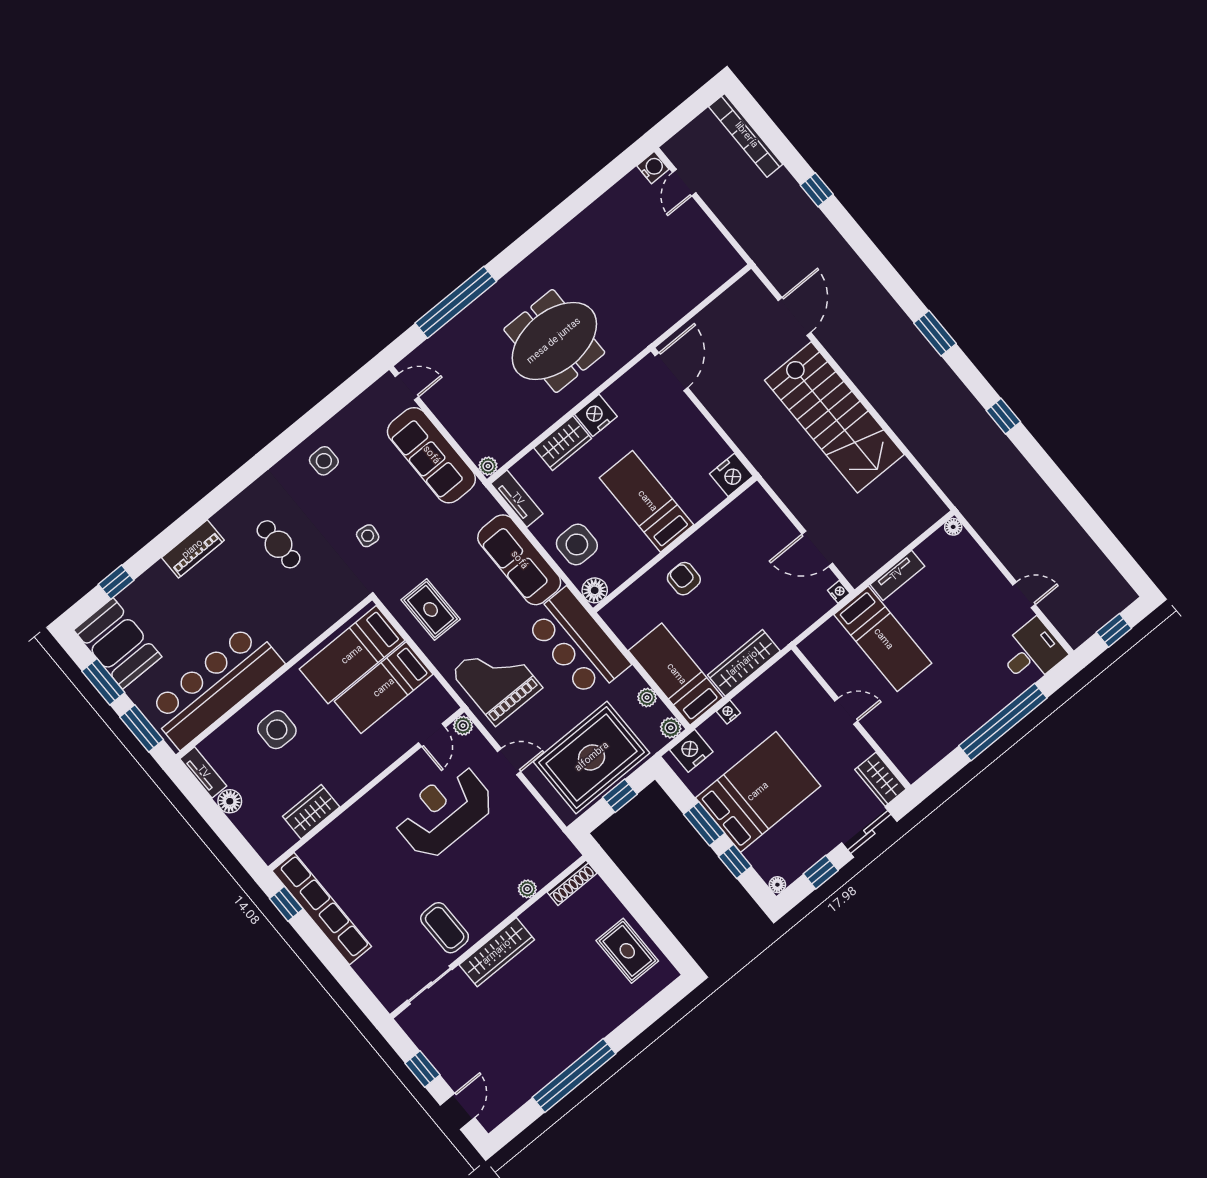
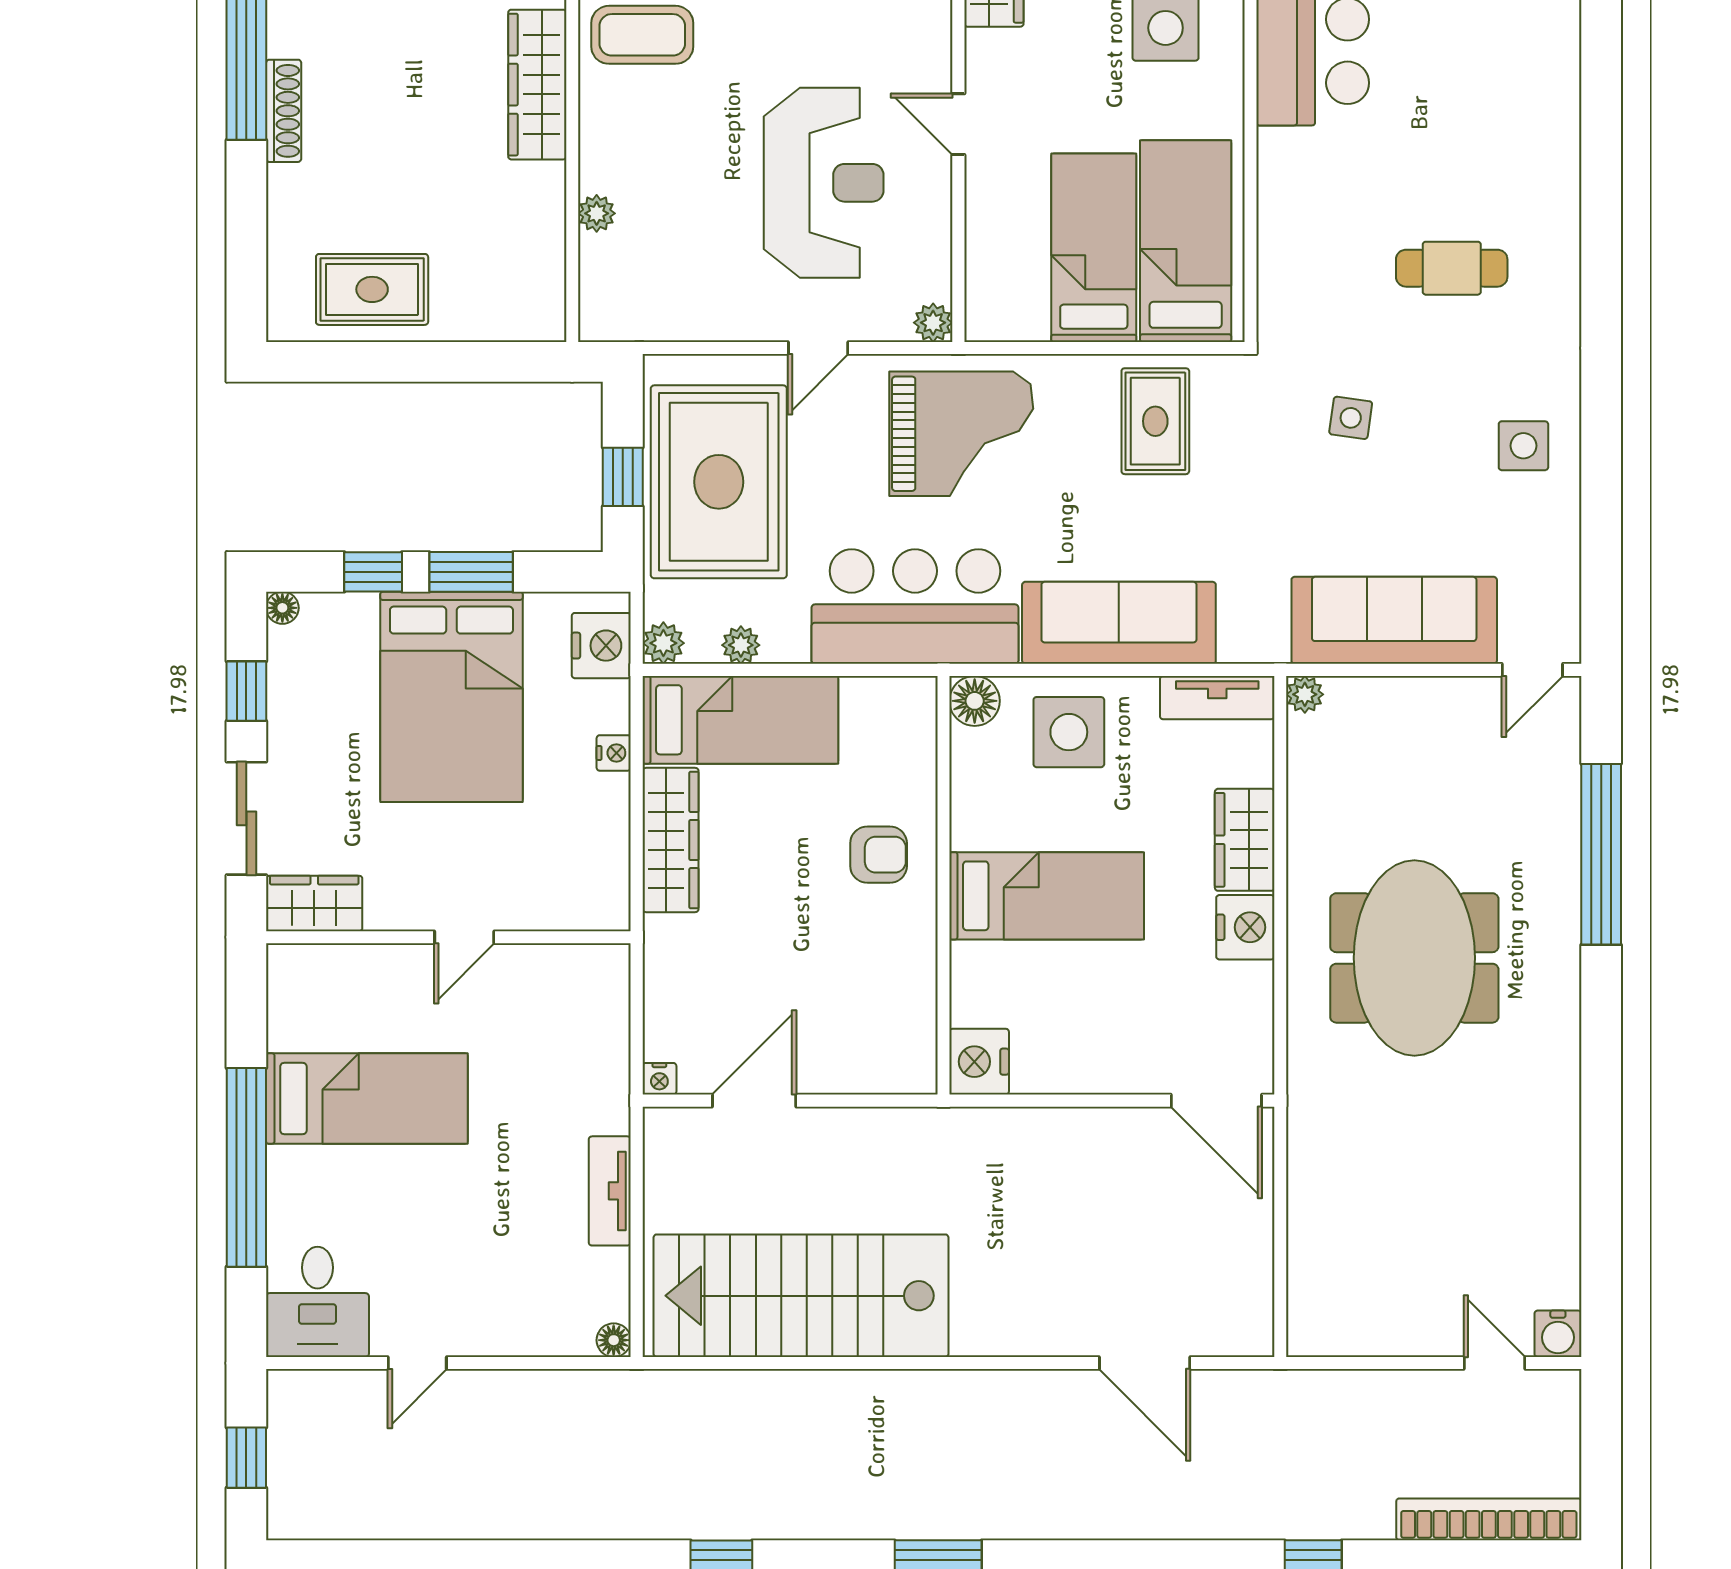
stairs: (834, 417) -> (801, 1296), moved
piano: (193, 549) -> (1554, 129), removed
rug: (431, 609) -> (1155, 421), turned 90
bed: (883, 639) -> (367, 1098), moved, turned 180
door: (432, 735) -> (958, 124), moved
shoe rack: (572, 883) -> (284, 111), moved, turned 180

